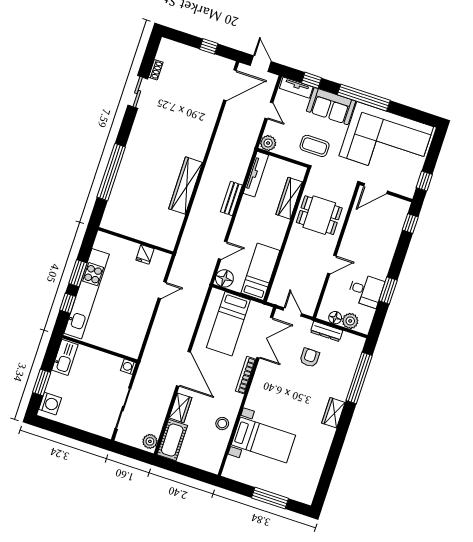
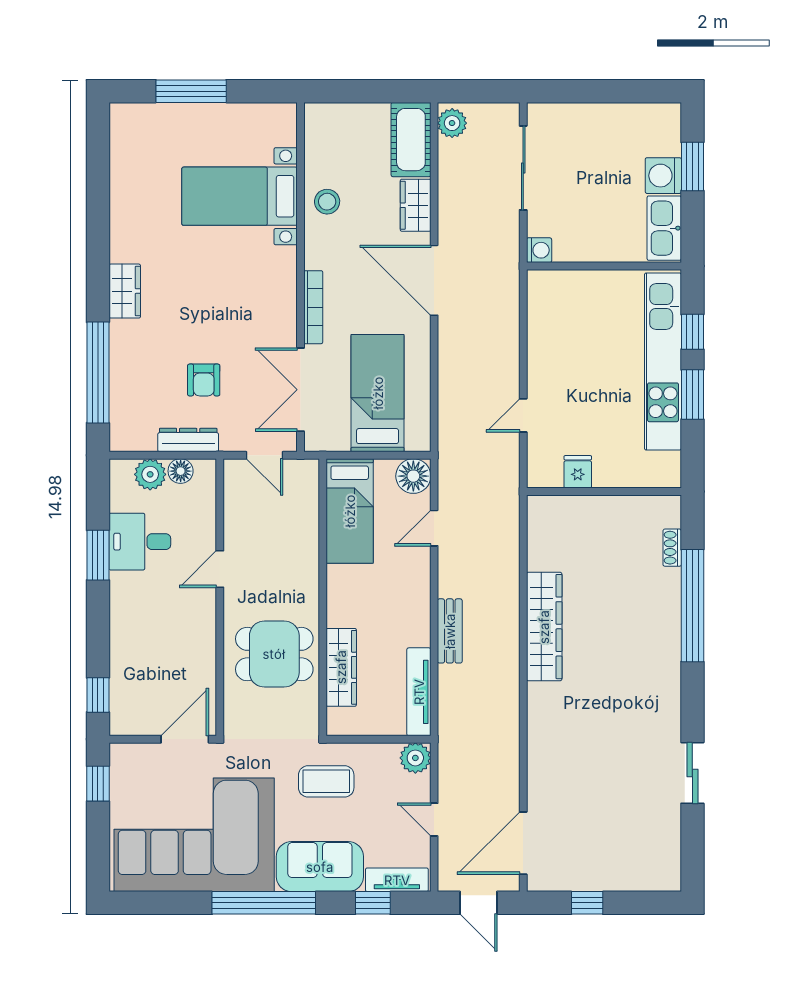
shoe rack: (156, 70) -> (672, 548), moved
washing machine: (50, 404) -> (663, 176), moved

